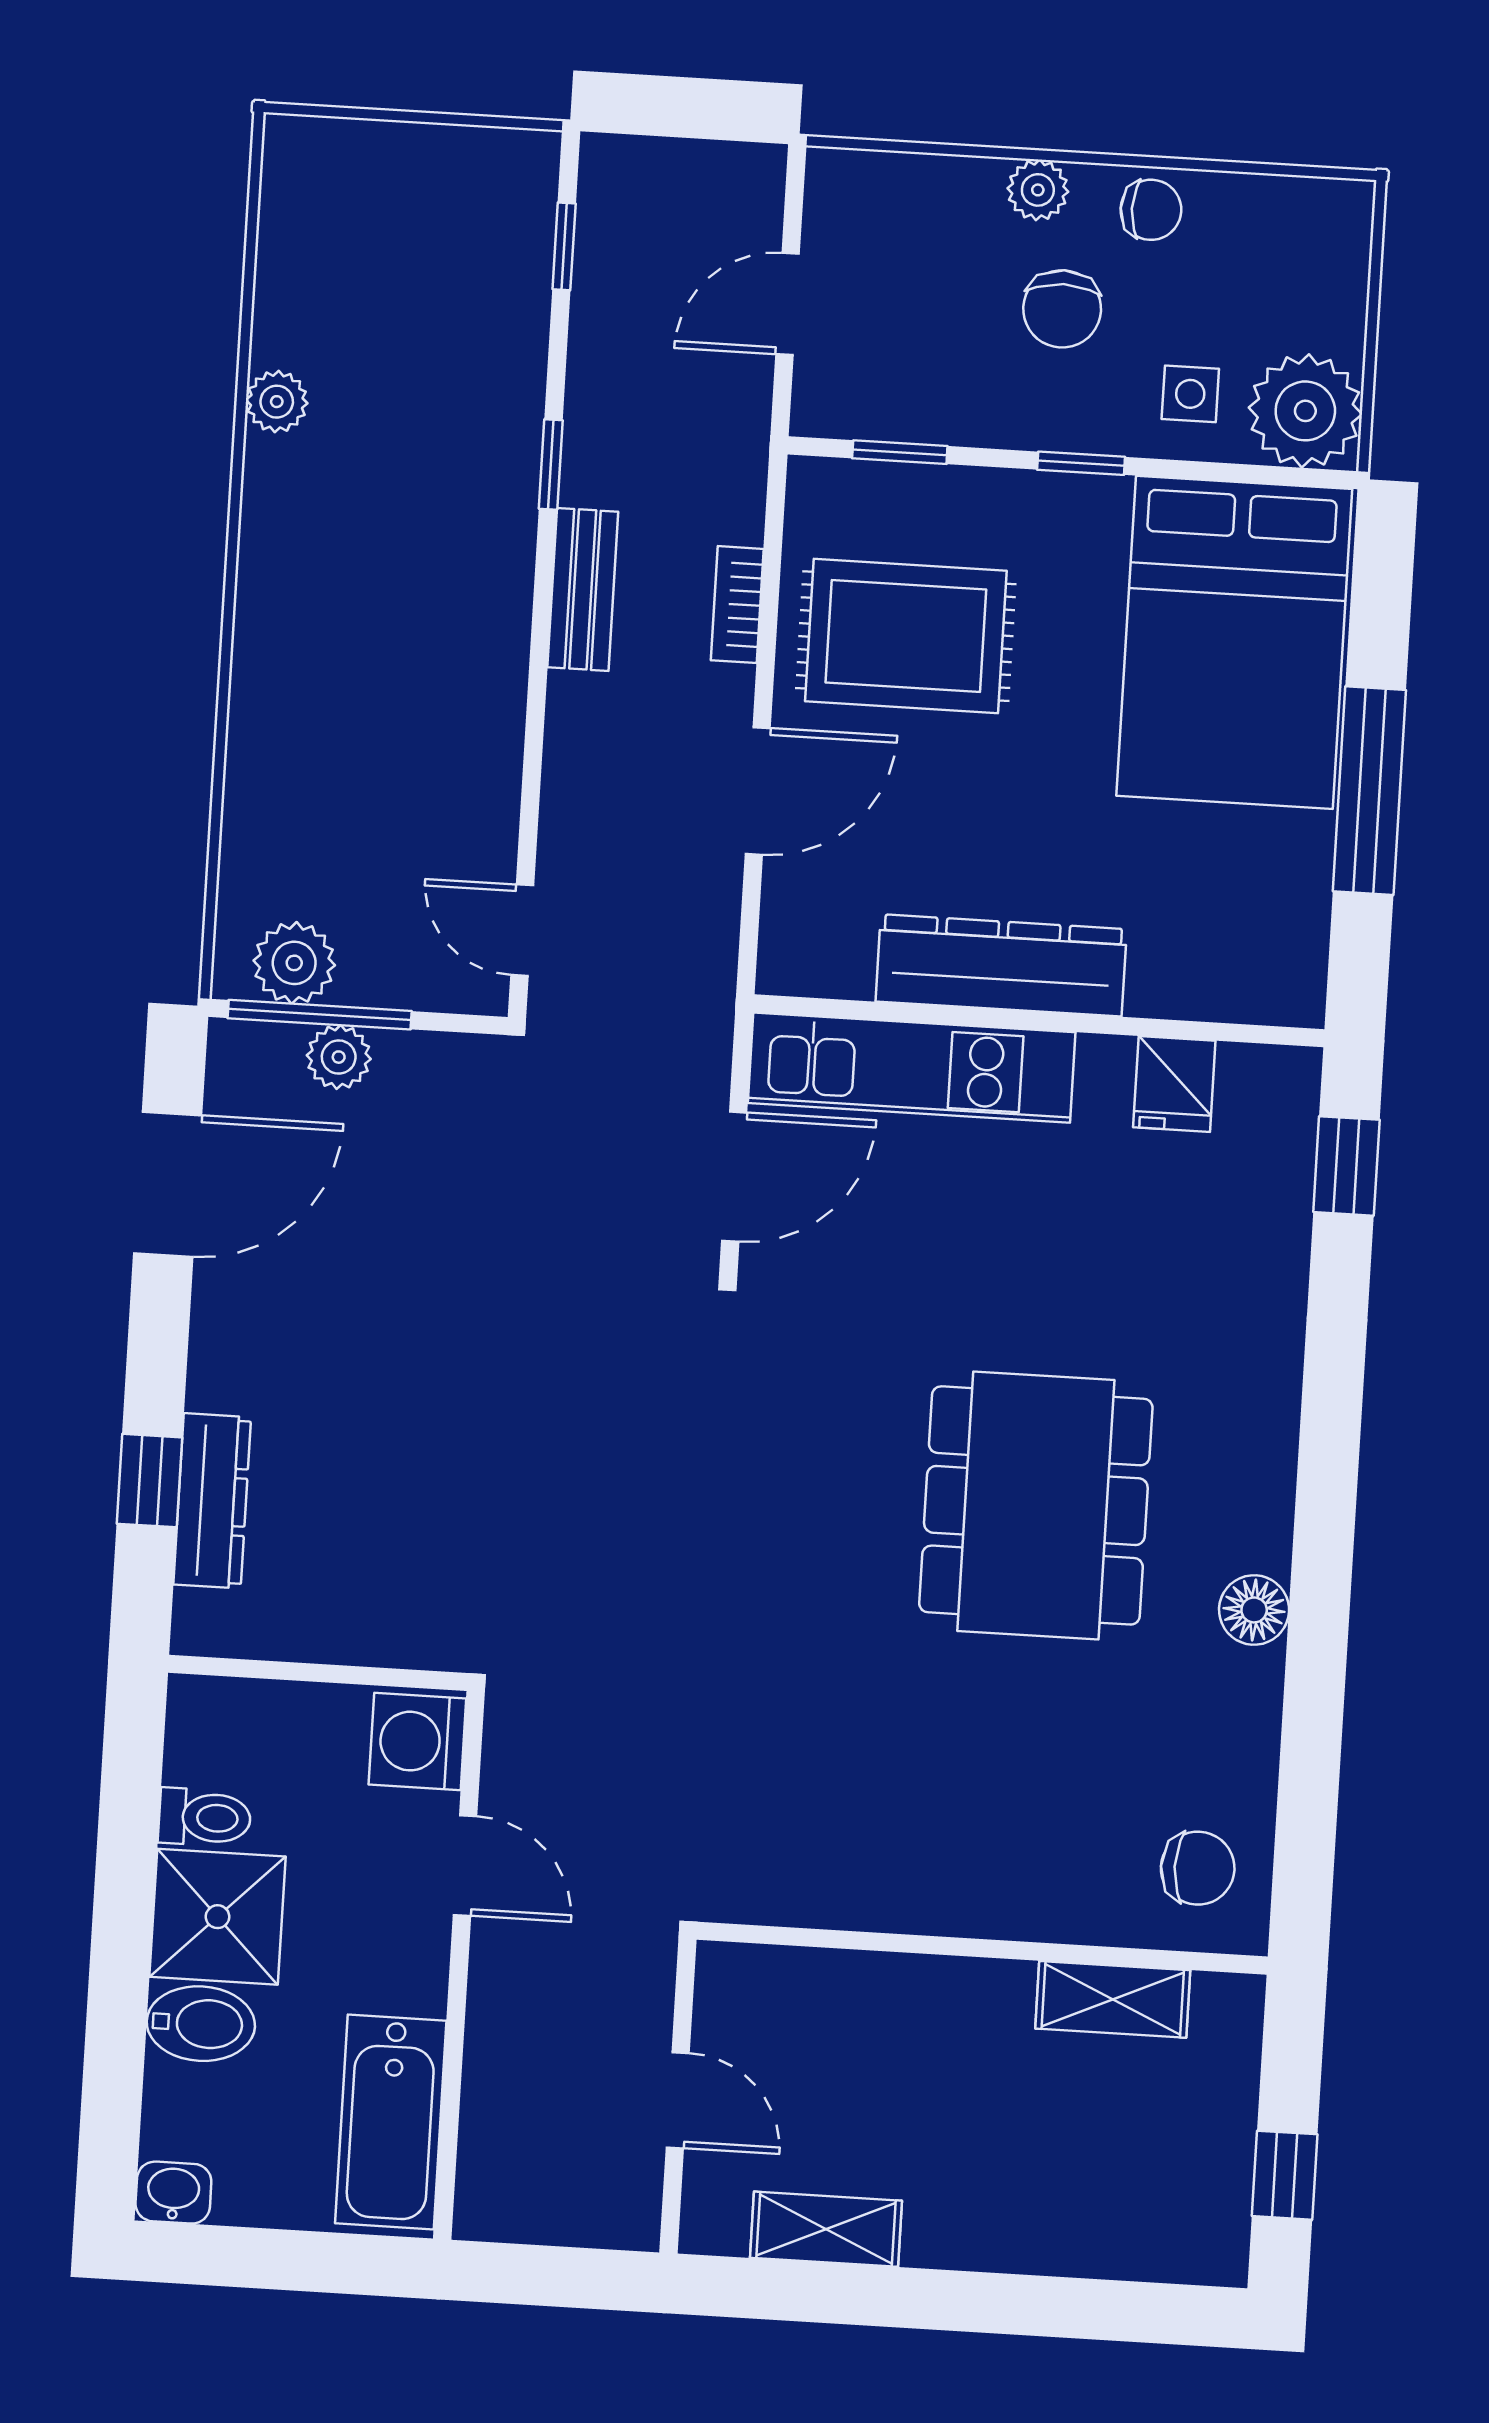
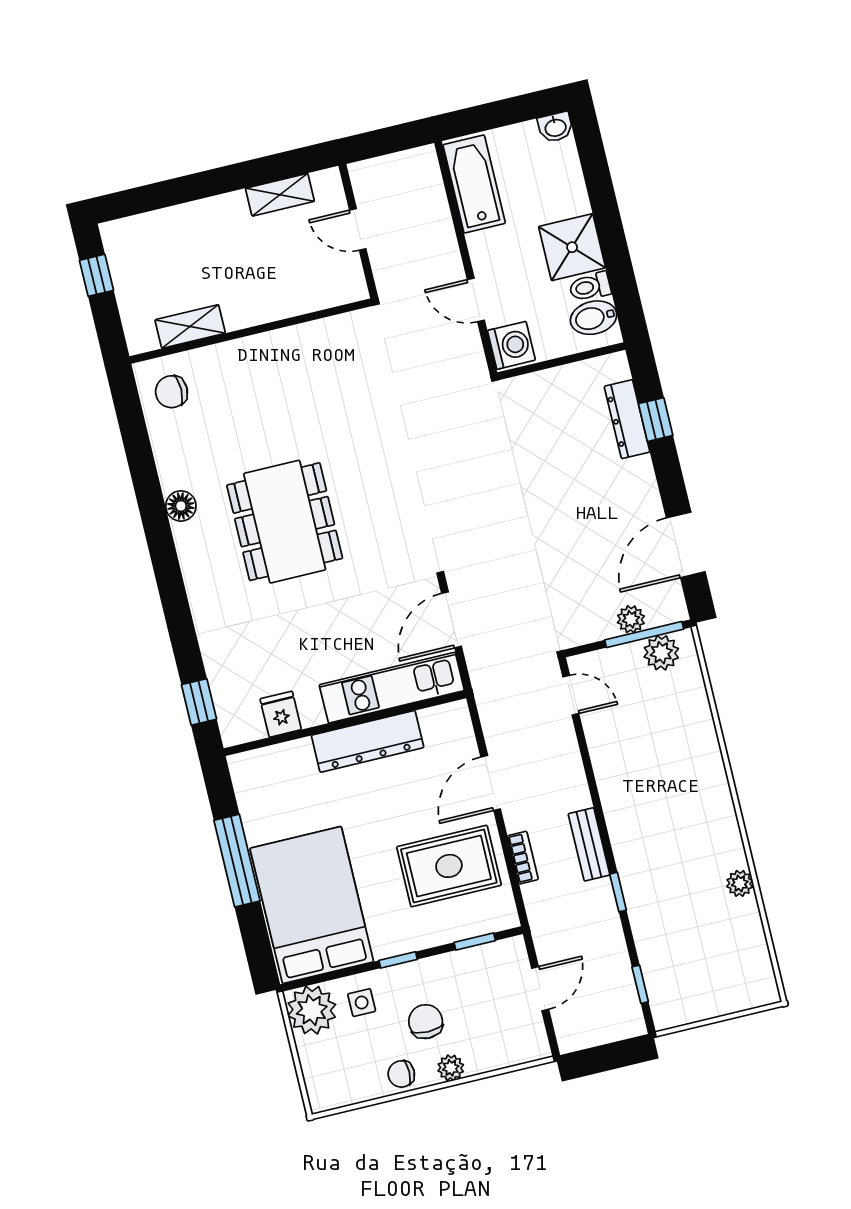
bidet: (201, 2024) -> (594, 318), moved

